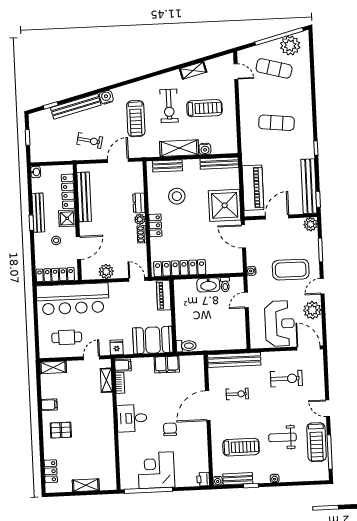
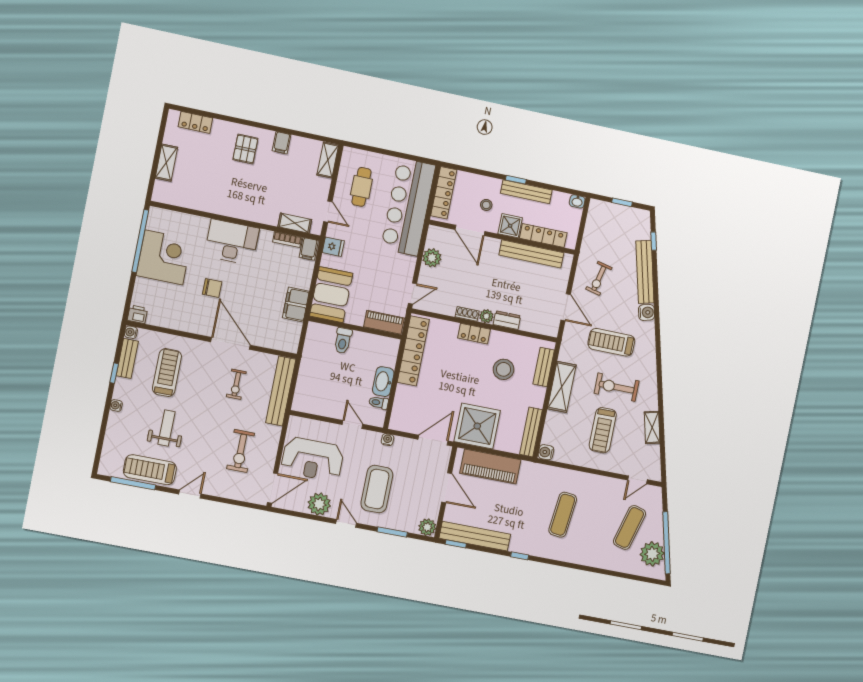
water cooler: (205, 149) -> (546, 452), moved
toilet: (186, 346) -> (343, 341), moved
desk: (132, 418) -> (232, 242), width x1.37
treadmill: (241, 447) -> (167, 373), turned 180

